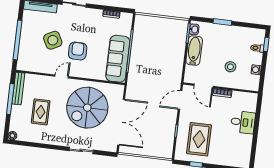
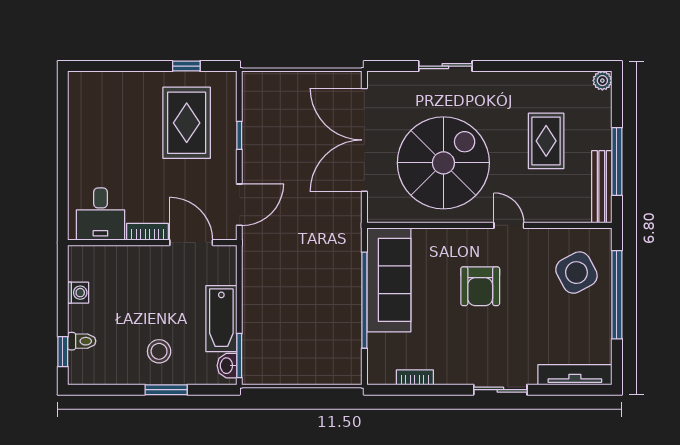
side table: (53, 40) -> (576, 273), moved
stool: (230, 67) -> (159, 351), moved
door: (62, 76) -> (509, 225), swing flipped
desk: (243, 122) -> (100, 214), moved, turned -90

